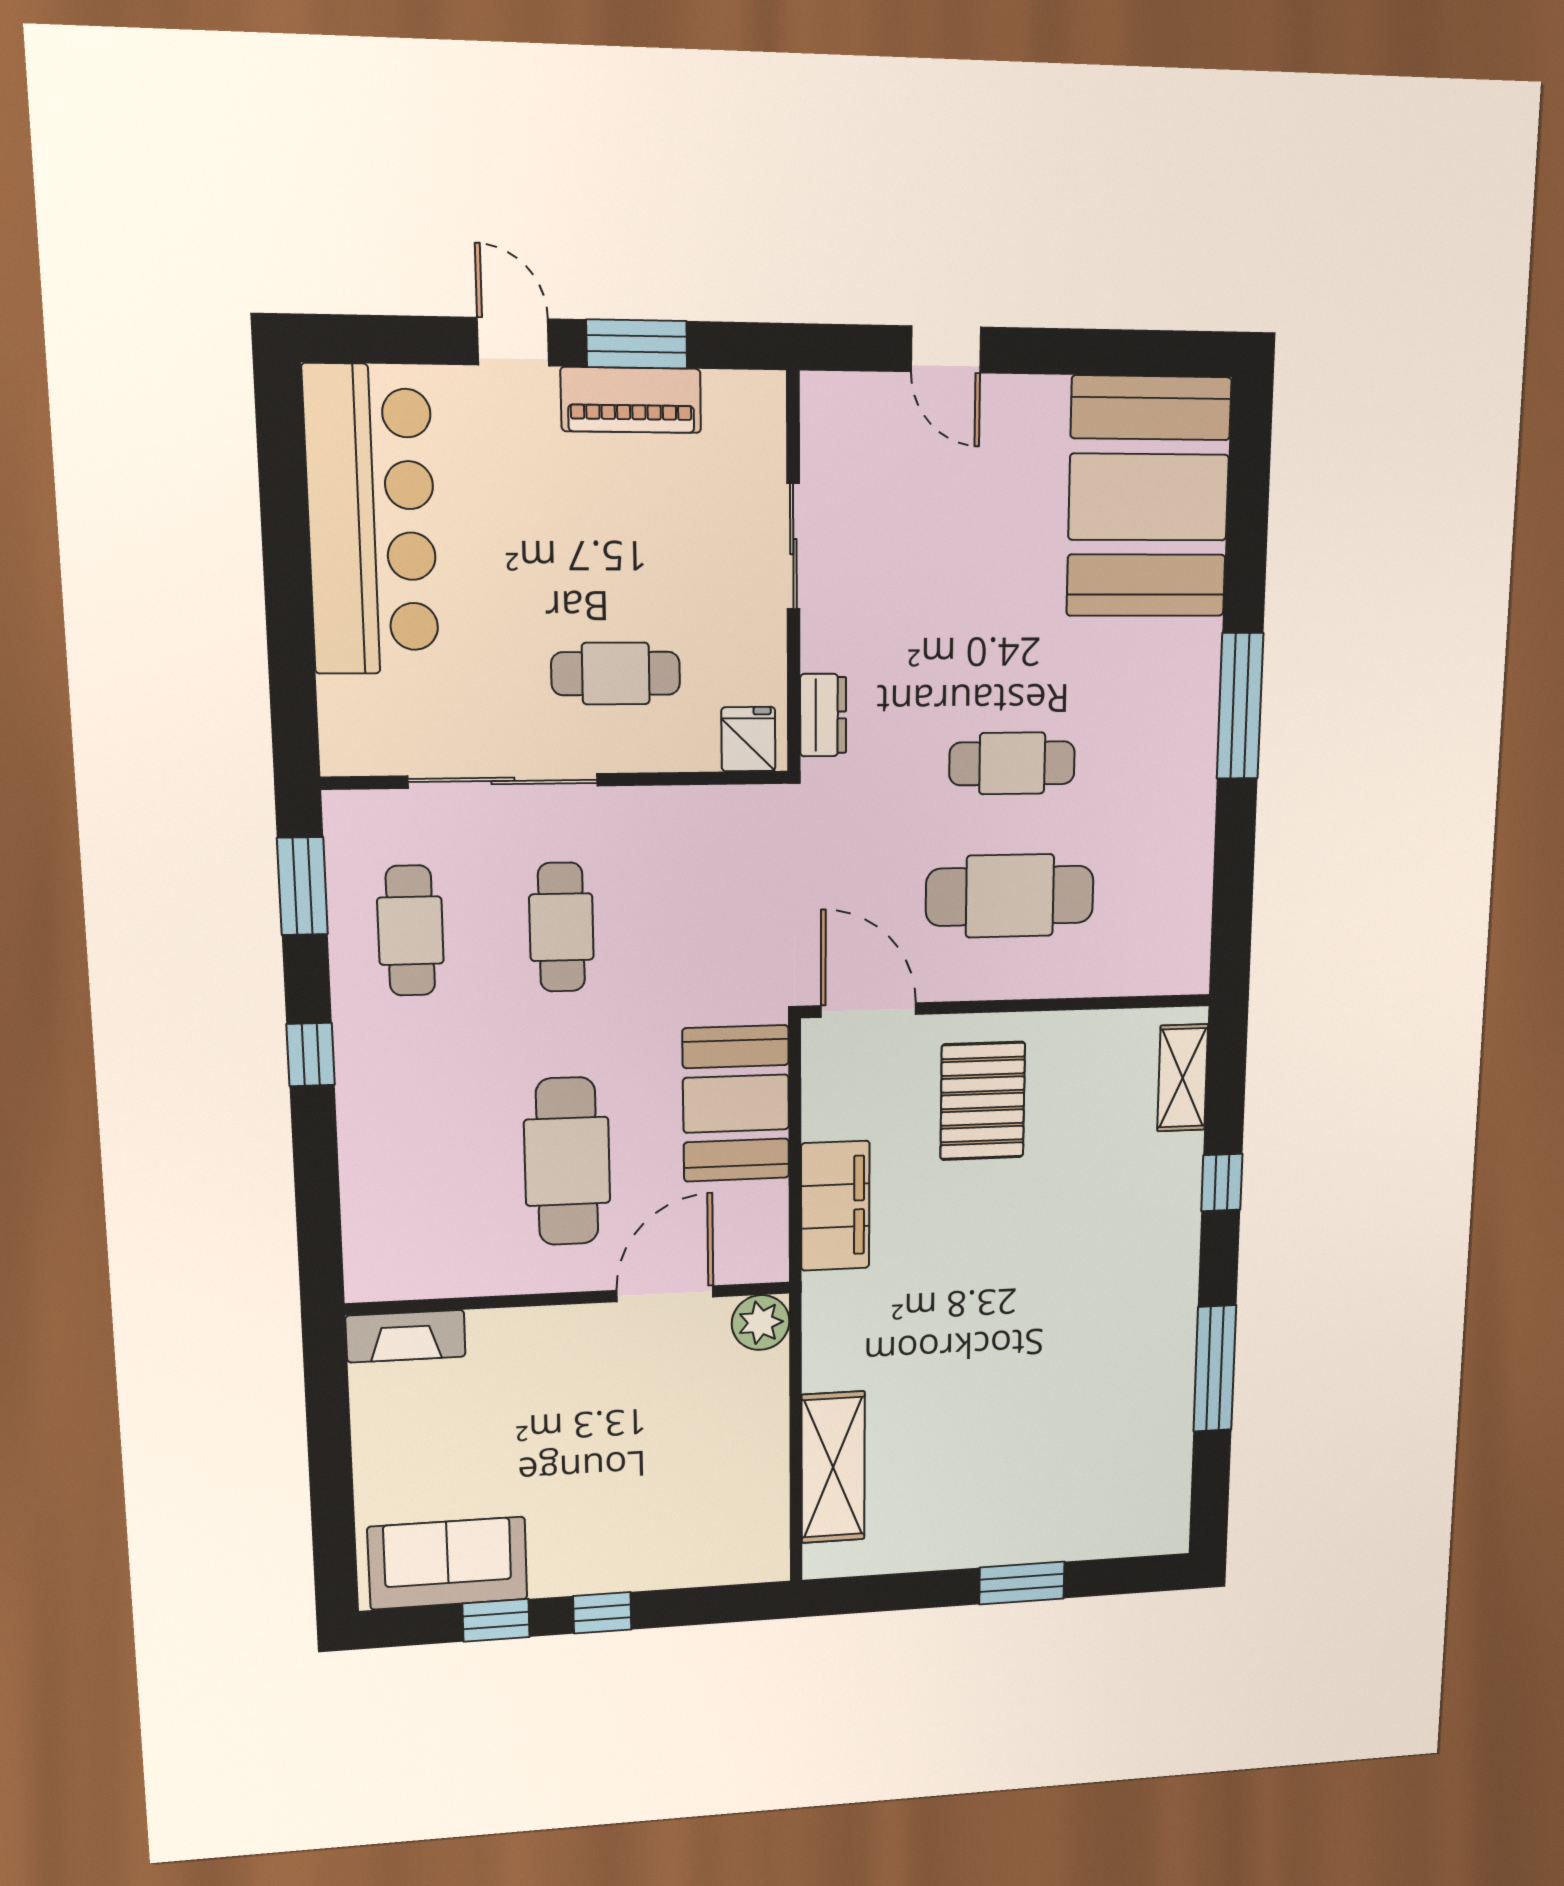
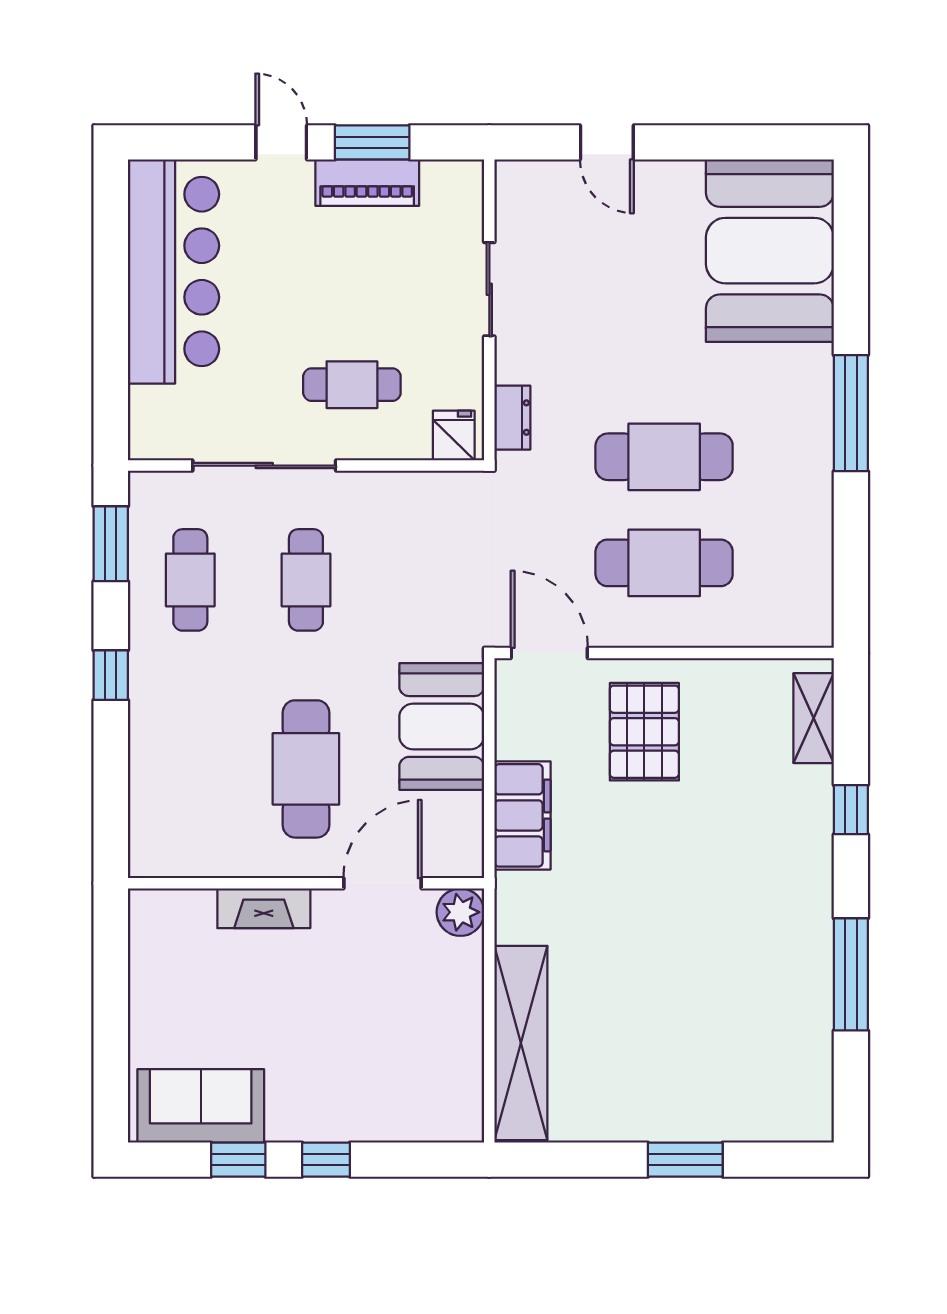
cafe table: (1012, 763) -> (664, 457), width x1.37, depth x1.35
fireplace: (406, 1336) -> (264, 908), moved
shelving: (833, 1467) -> (521, 1043), width x1.47

